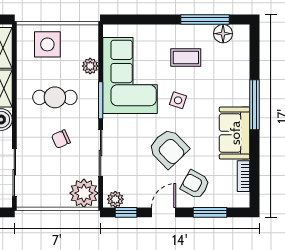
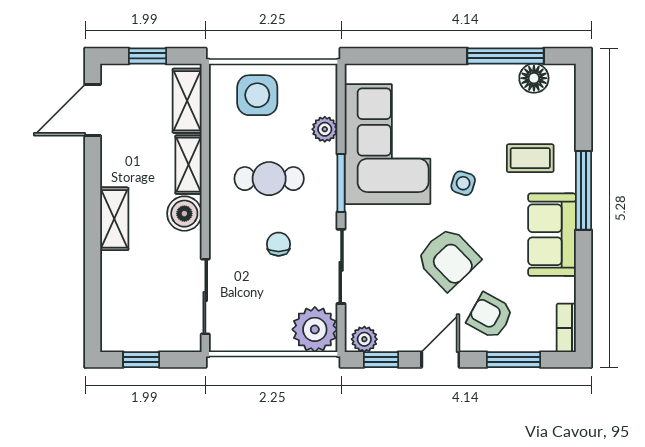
coffee table: (186, 58) -> (530, 158), moved
chair: (61, 139) -> (279, 244), turned 114
bookcase: (244, 176) -> (566, 328), moved

